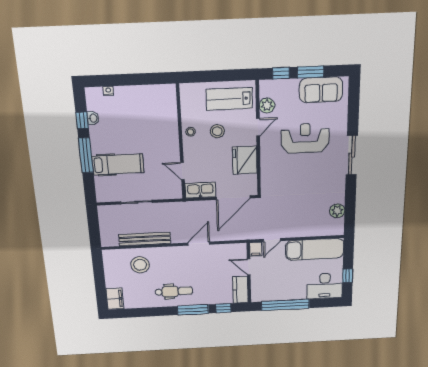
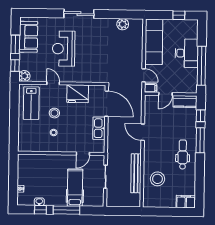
plant: (267, 105) -> (24, 76), moved
wall: (181, 143) -> (61, 153), moved
door: (182, 171) -> (83, 154), moved
desk: (325, 286) -> (186, 53), moved

